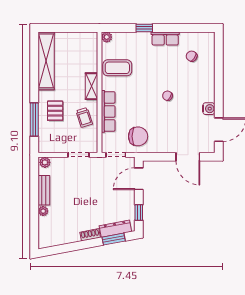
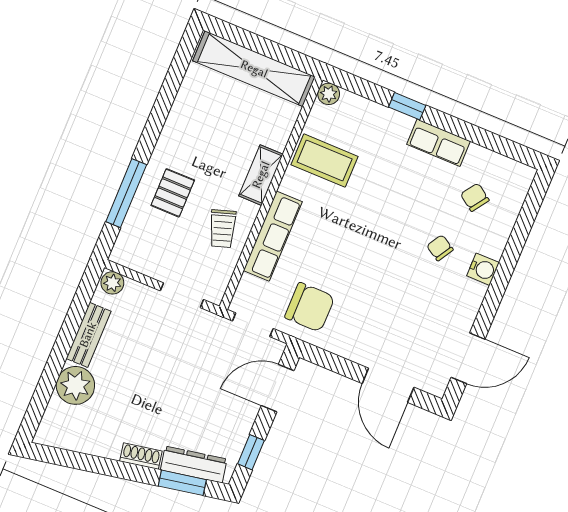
shelving: (46, 61) -> (254, 69), moved, turned 90
chair: (168, 96) -> (440, 248), moved
water cooler: (209, 109) -> (483, 269), moved
plant: (43, 211) -> (75, 385), width x1.88, depth x1.88

